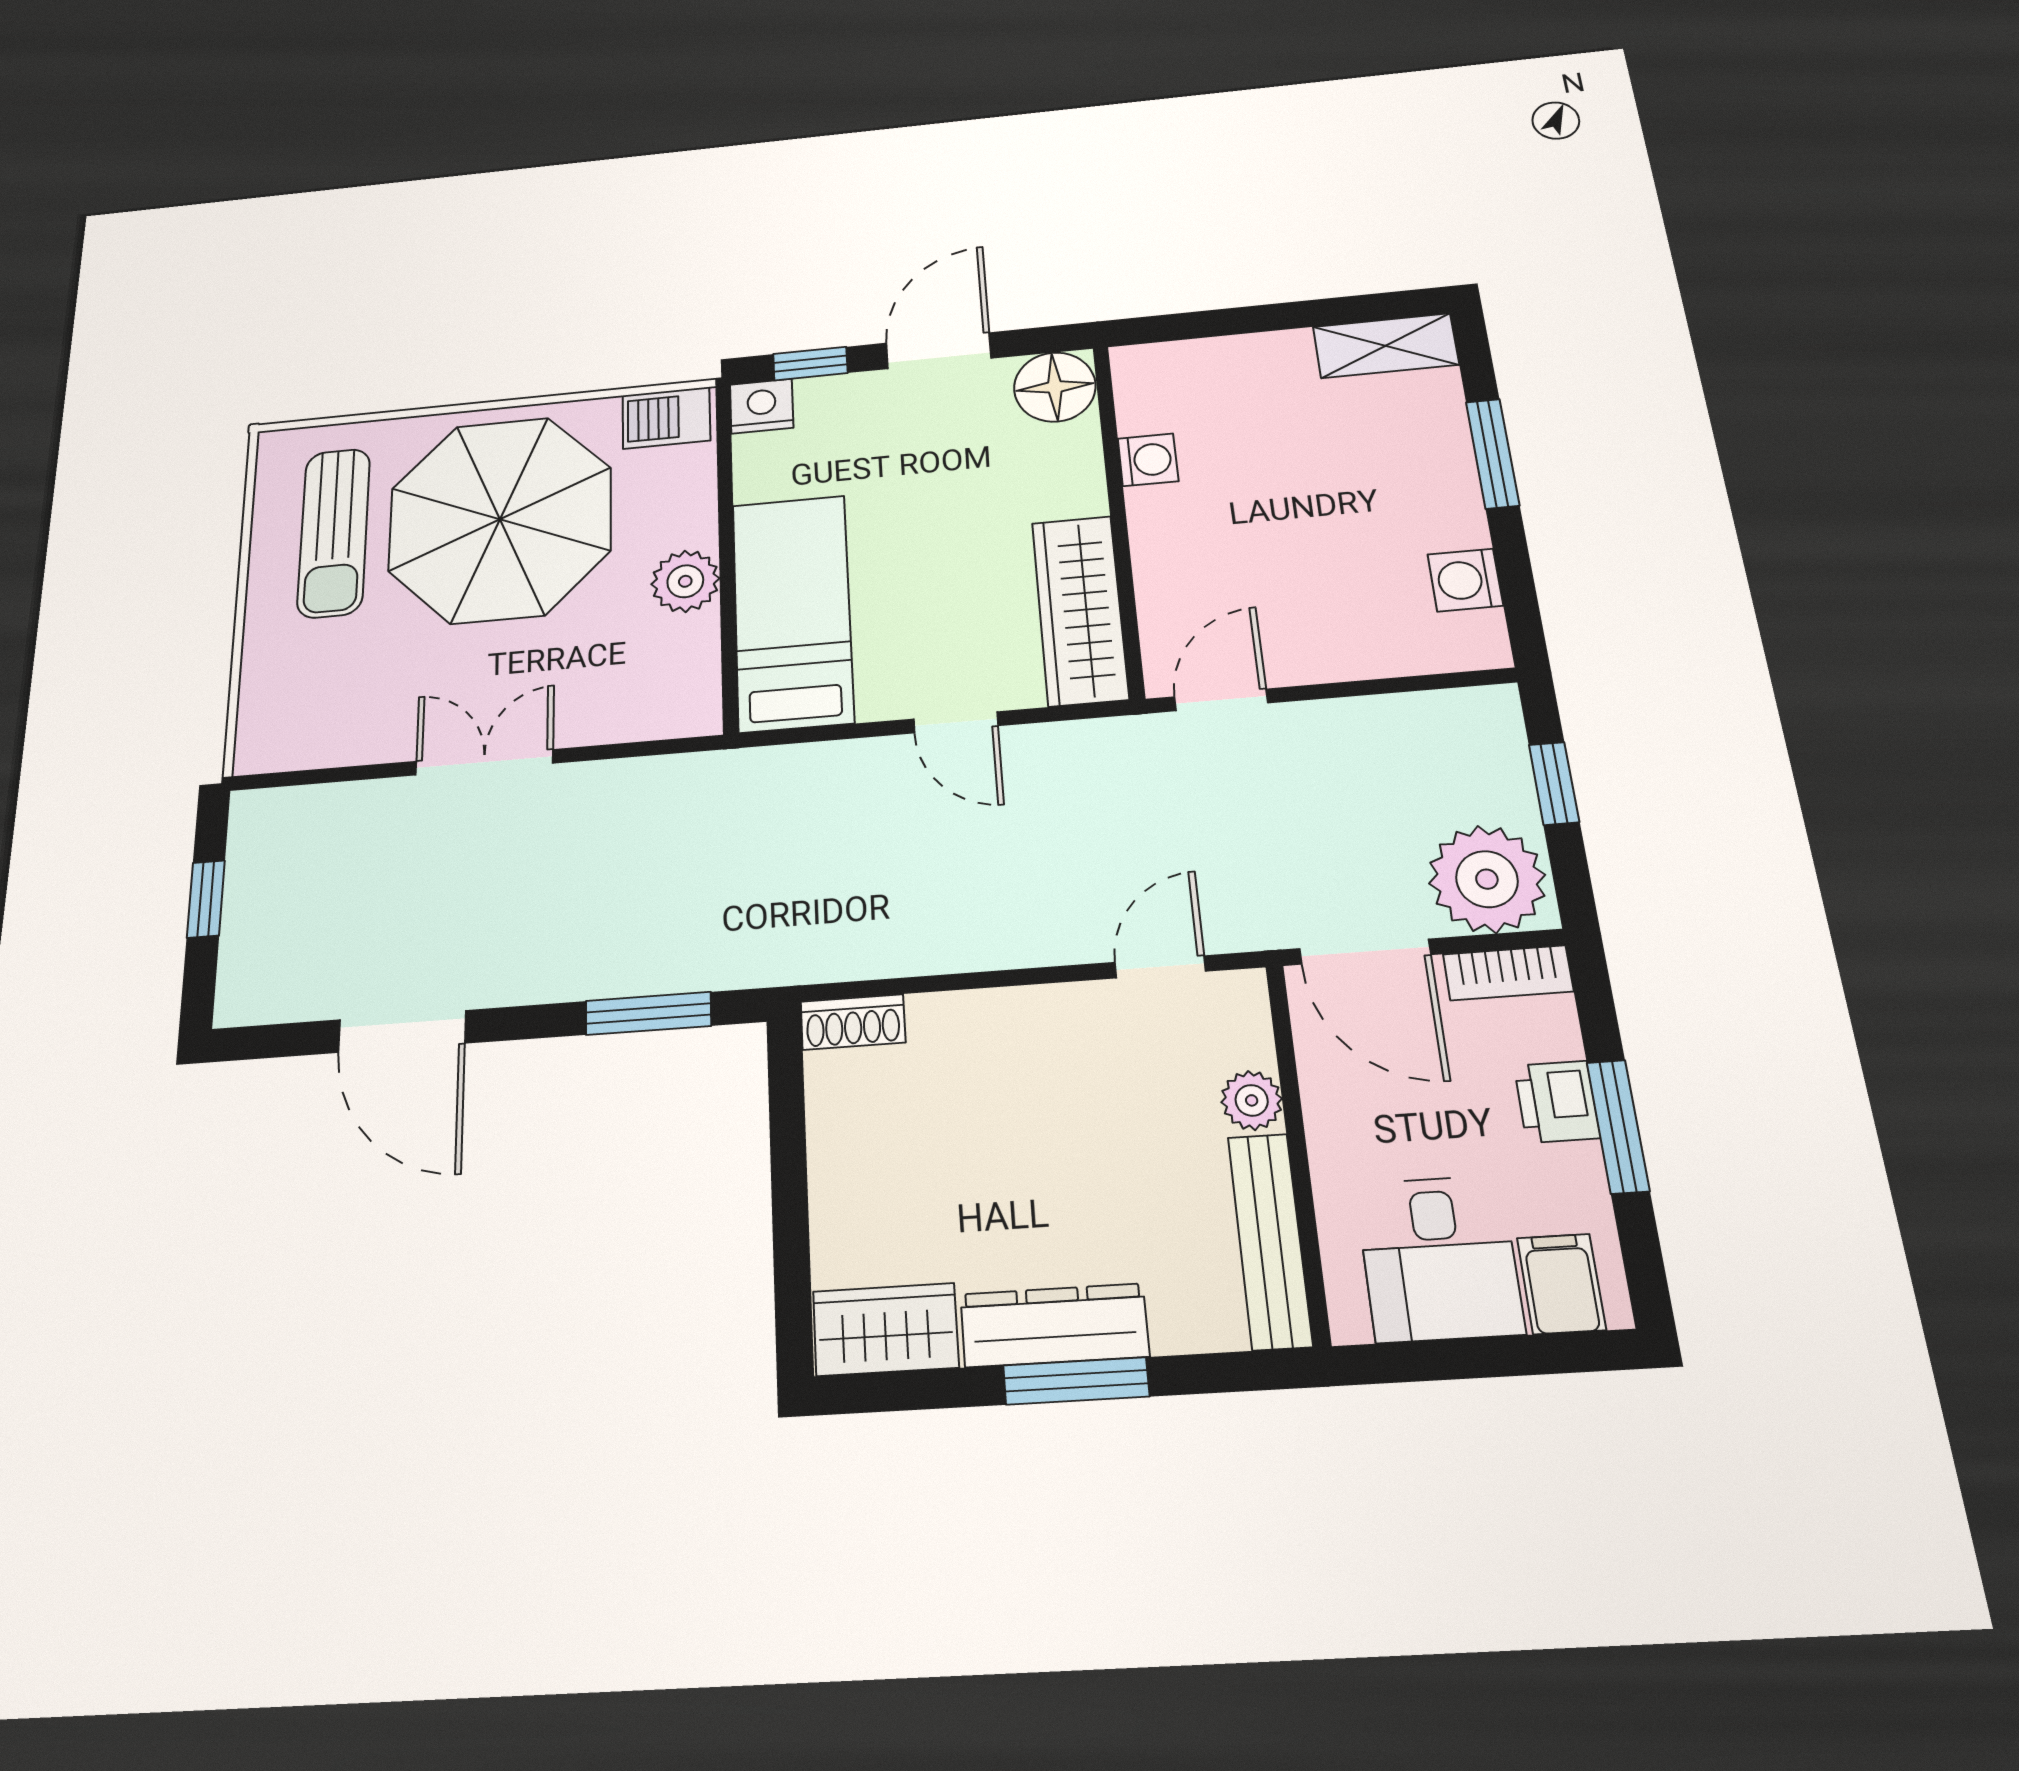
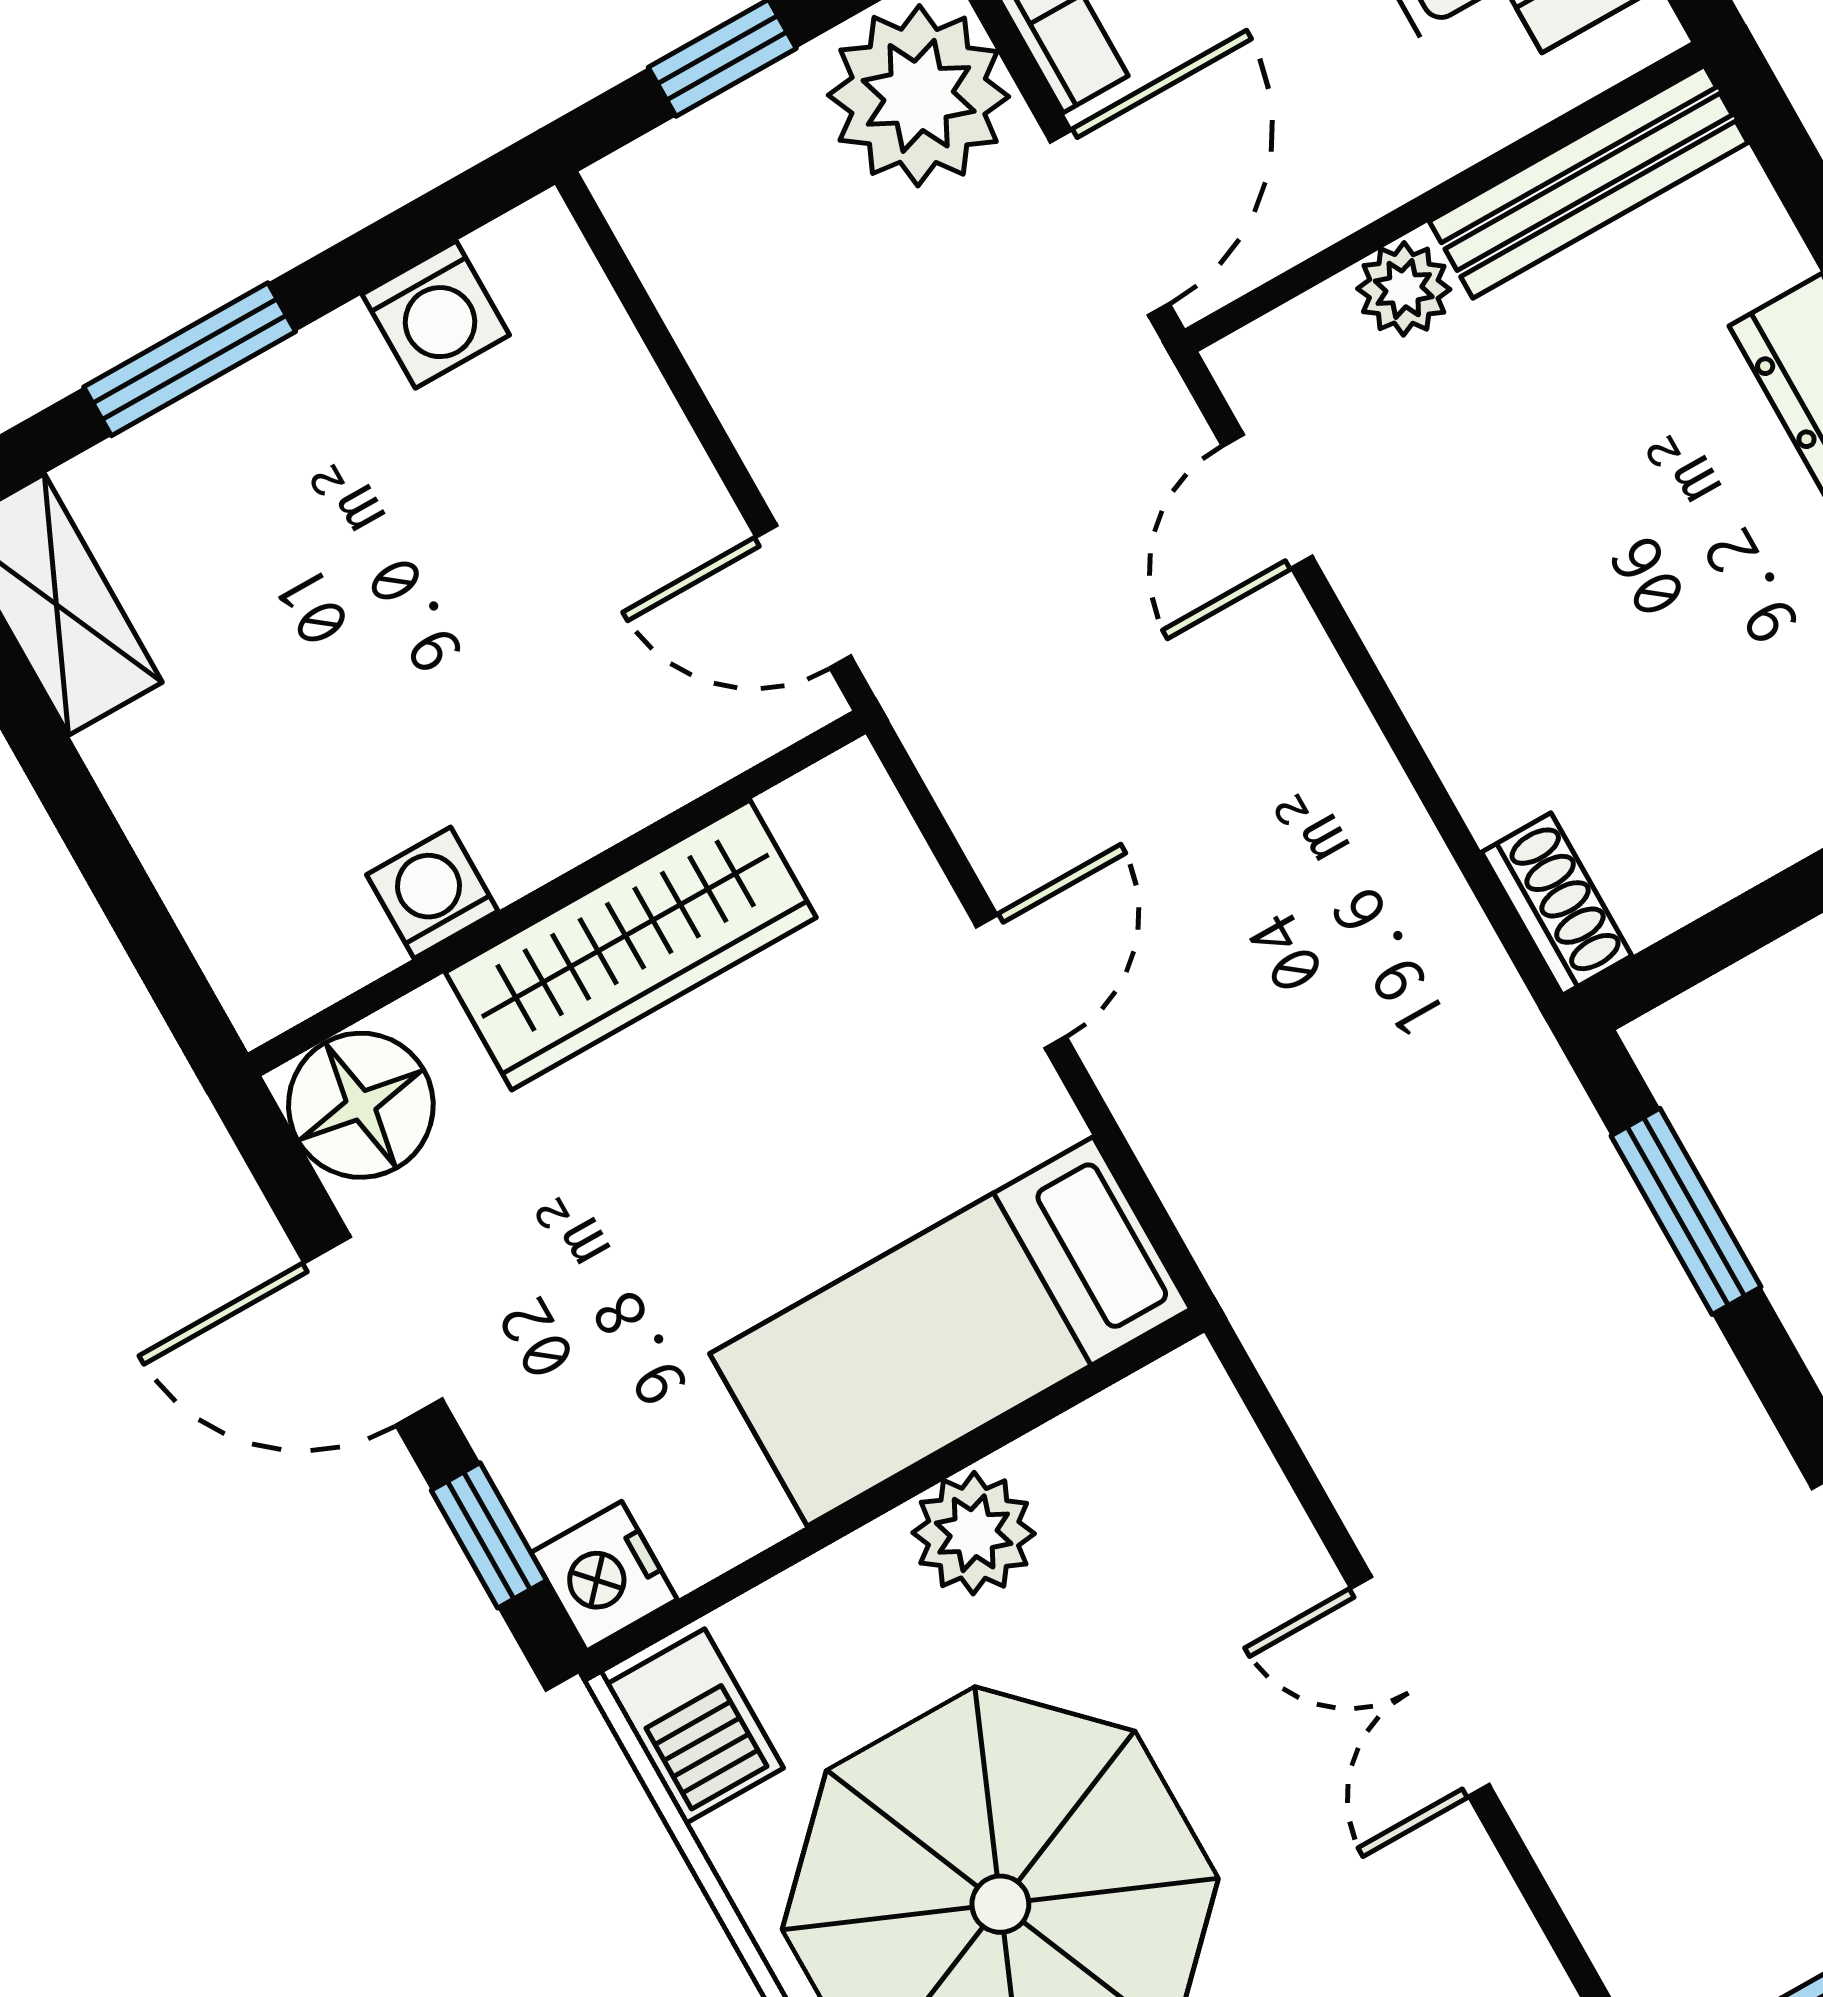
wardrobe: (1080, 610) -> (631, 945), moved
door: (1160, 967) -> (1267, 501), hinge flipped

